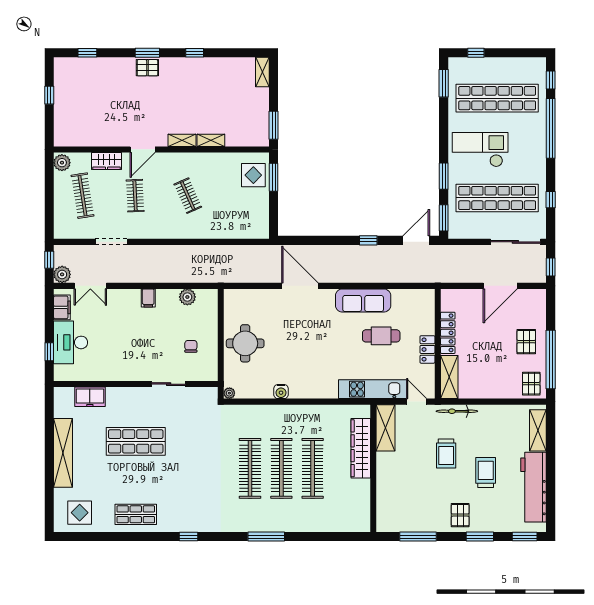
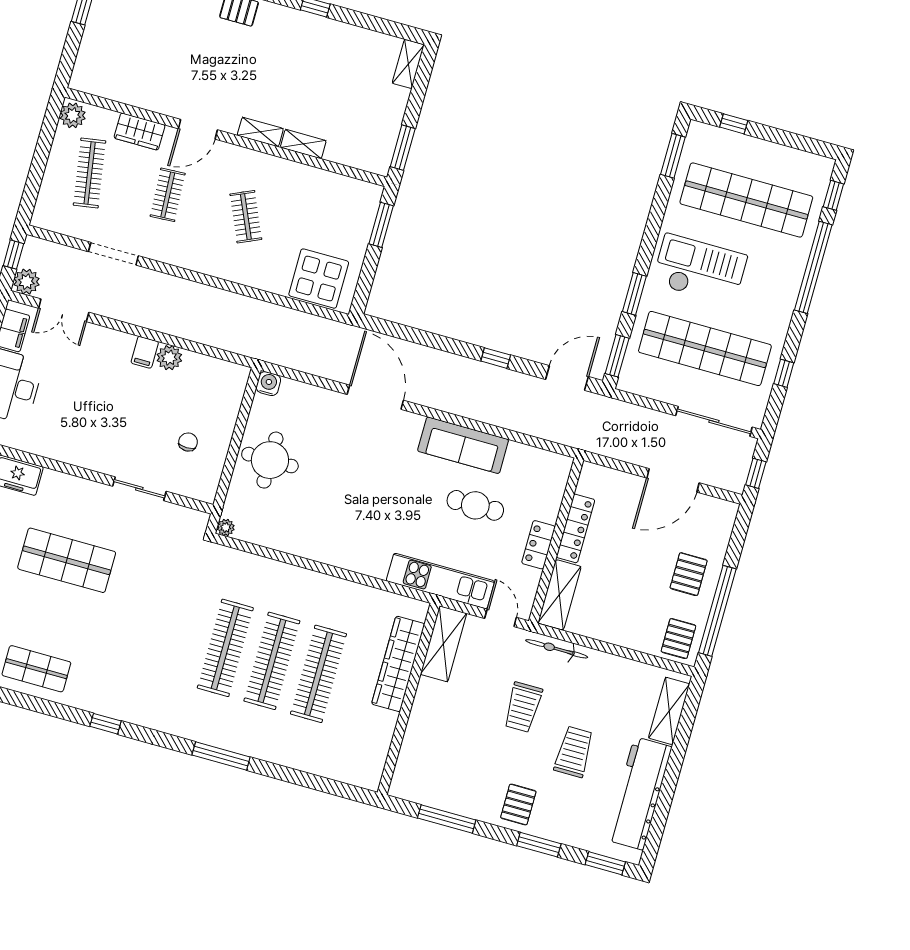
display table: (253, 175) -> (319, 279), moved, width x1.36, depth x1.36
plant: (187, 297) -> (169, 358), moved
water cooler: (281, 392) -> (268, 384), moved, turned 180

